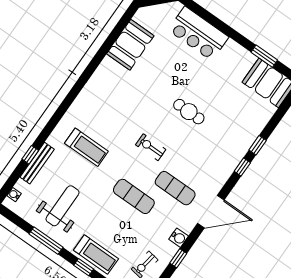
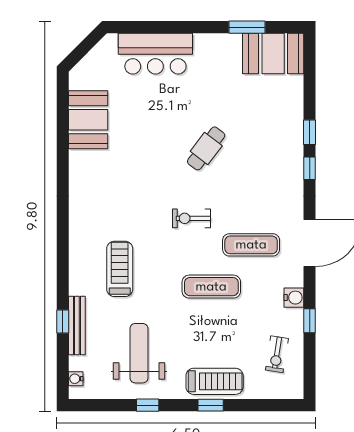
cafe table: (189, 112) -> (206, 148), turned -53
treadmill: (86, 147) -> (120, 269), turned -90
window: (46, 241) -> (148, 405), width x0.46

